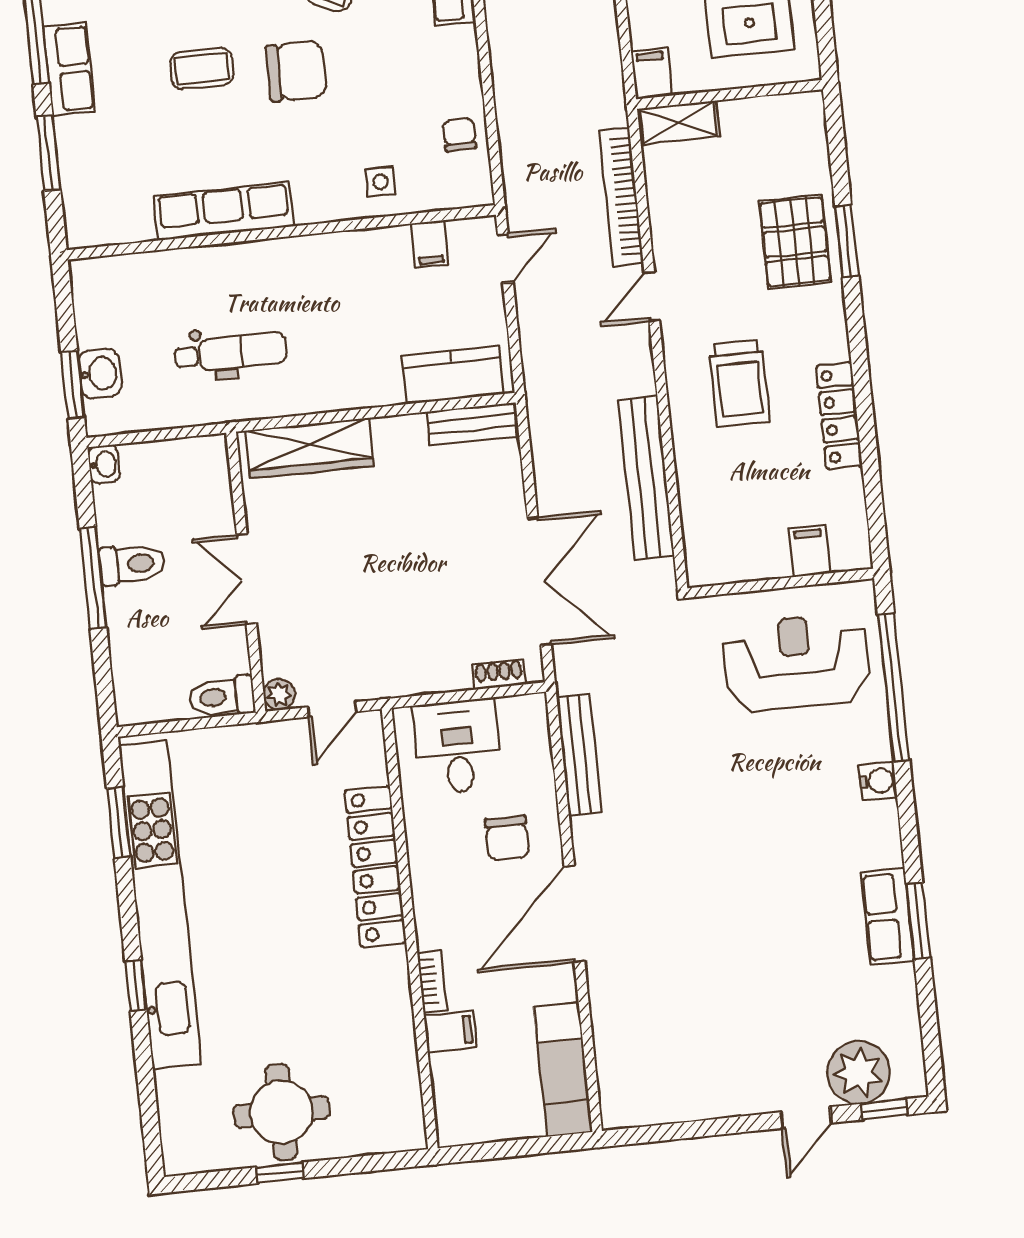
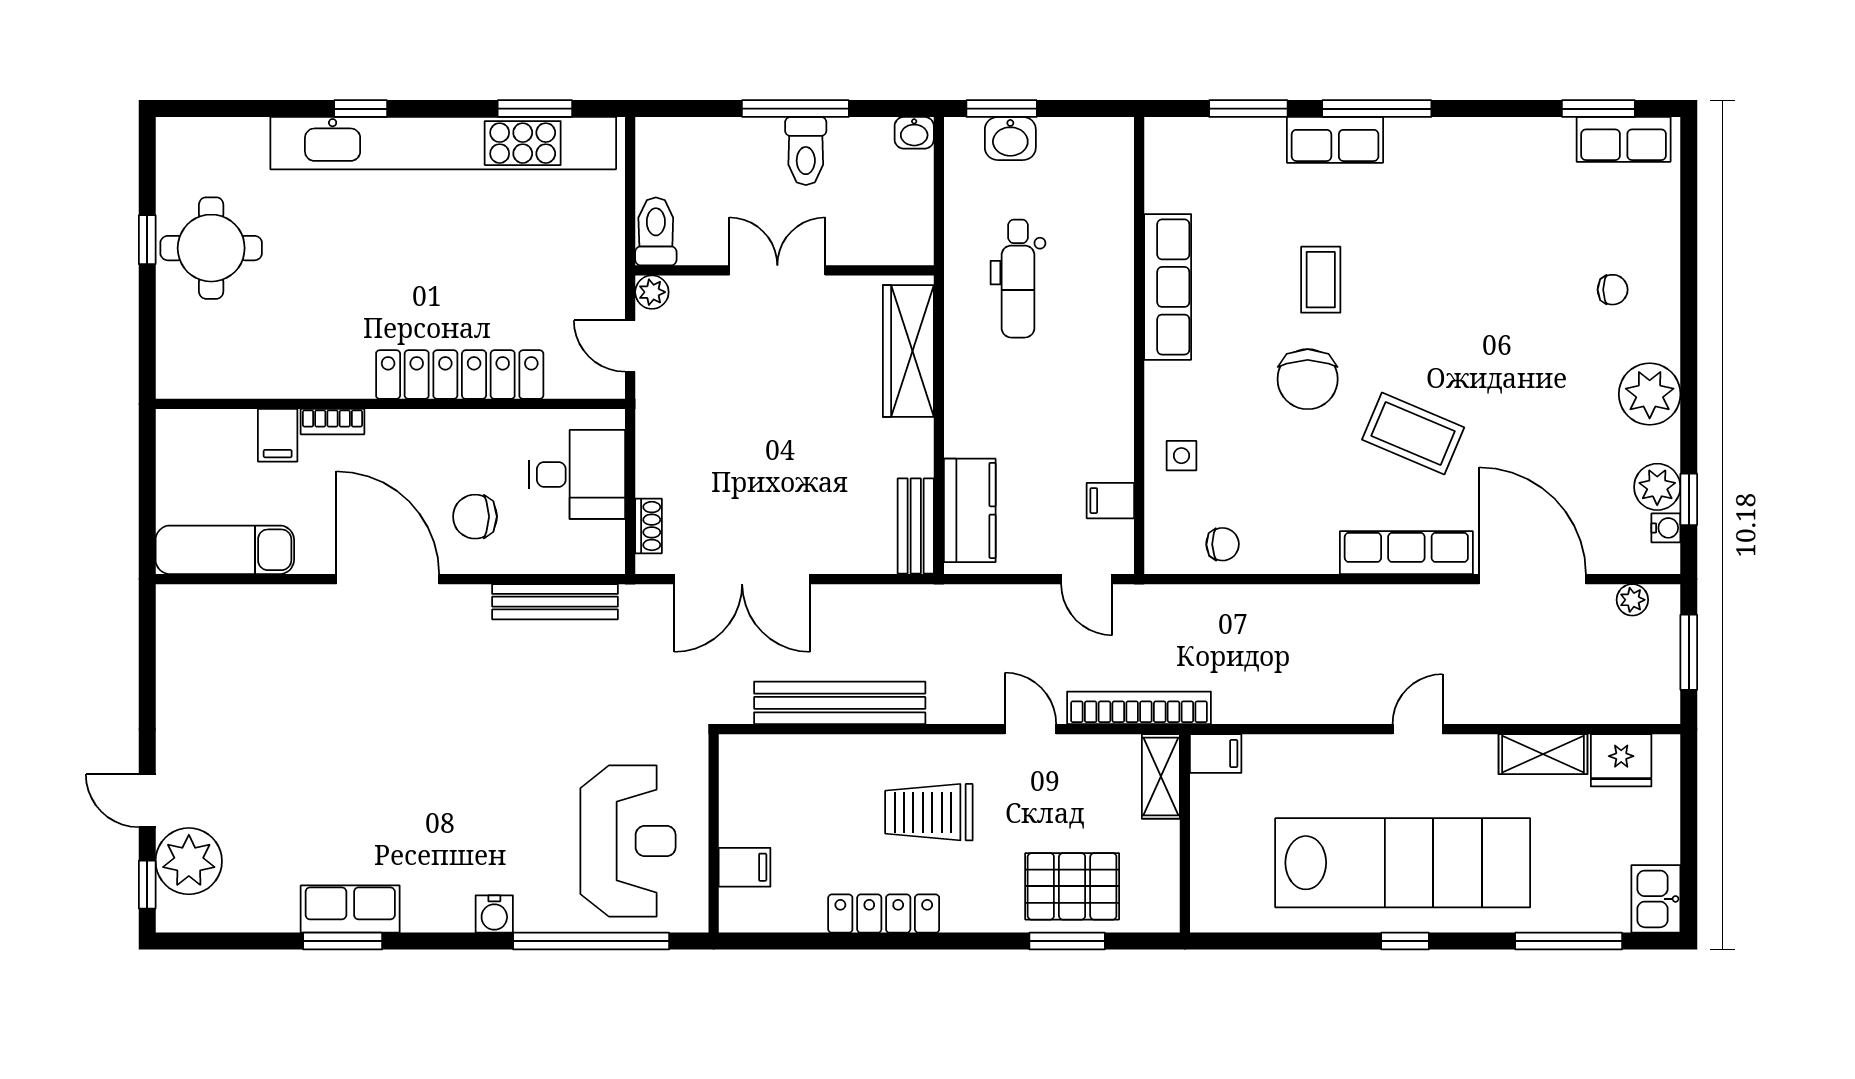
filing cabinet: (651, 73) -> (1216, 754), moved
wall: (729, 94) -> (1185, 833), moved
shelving: (678, 123) -> (1161, 776), moved

